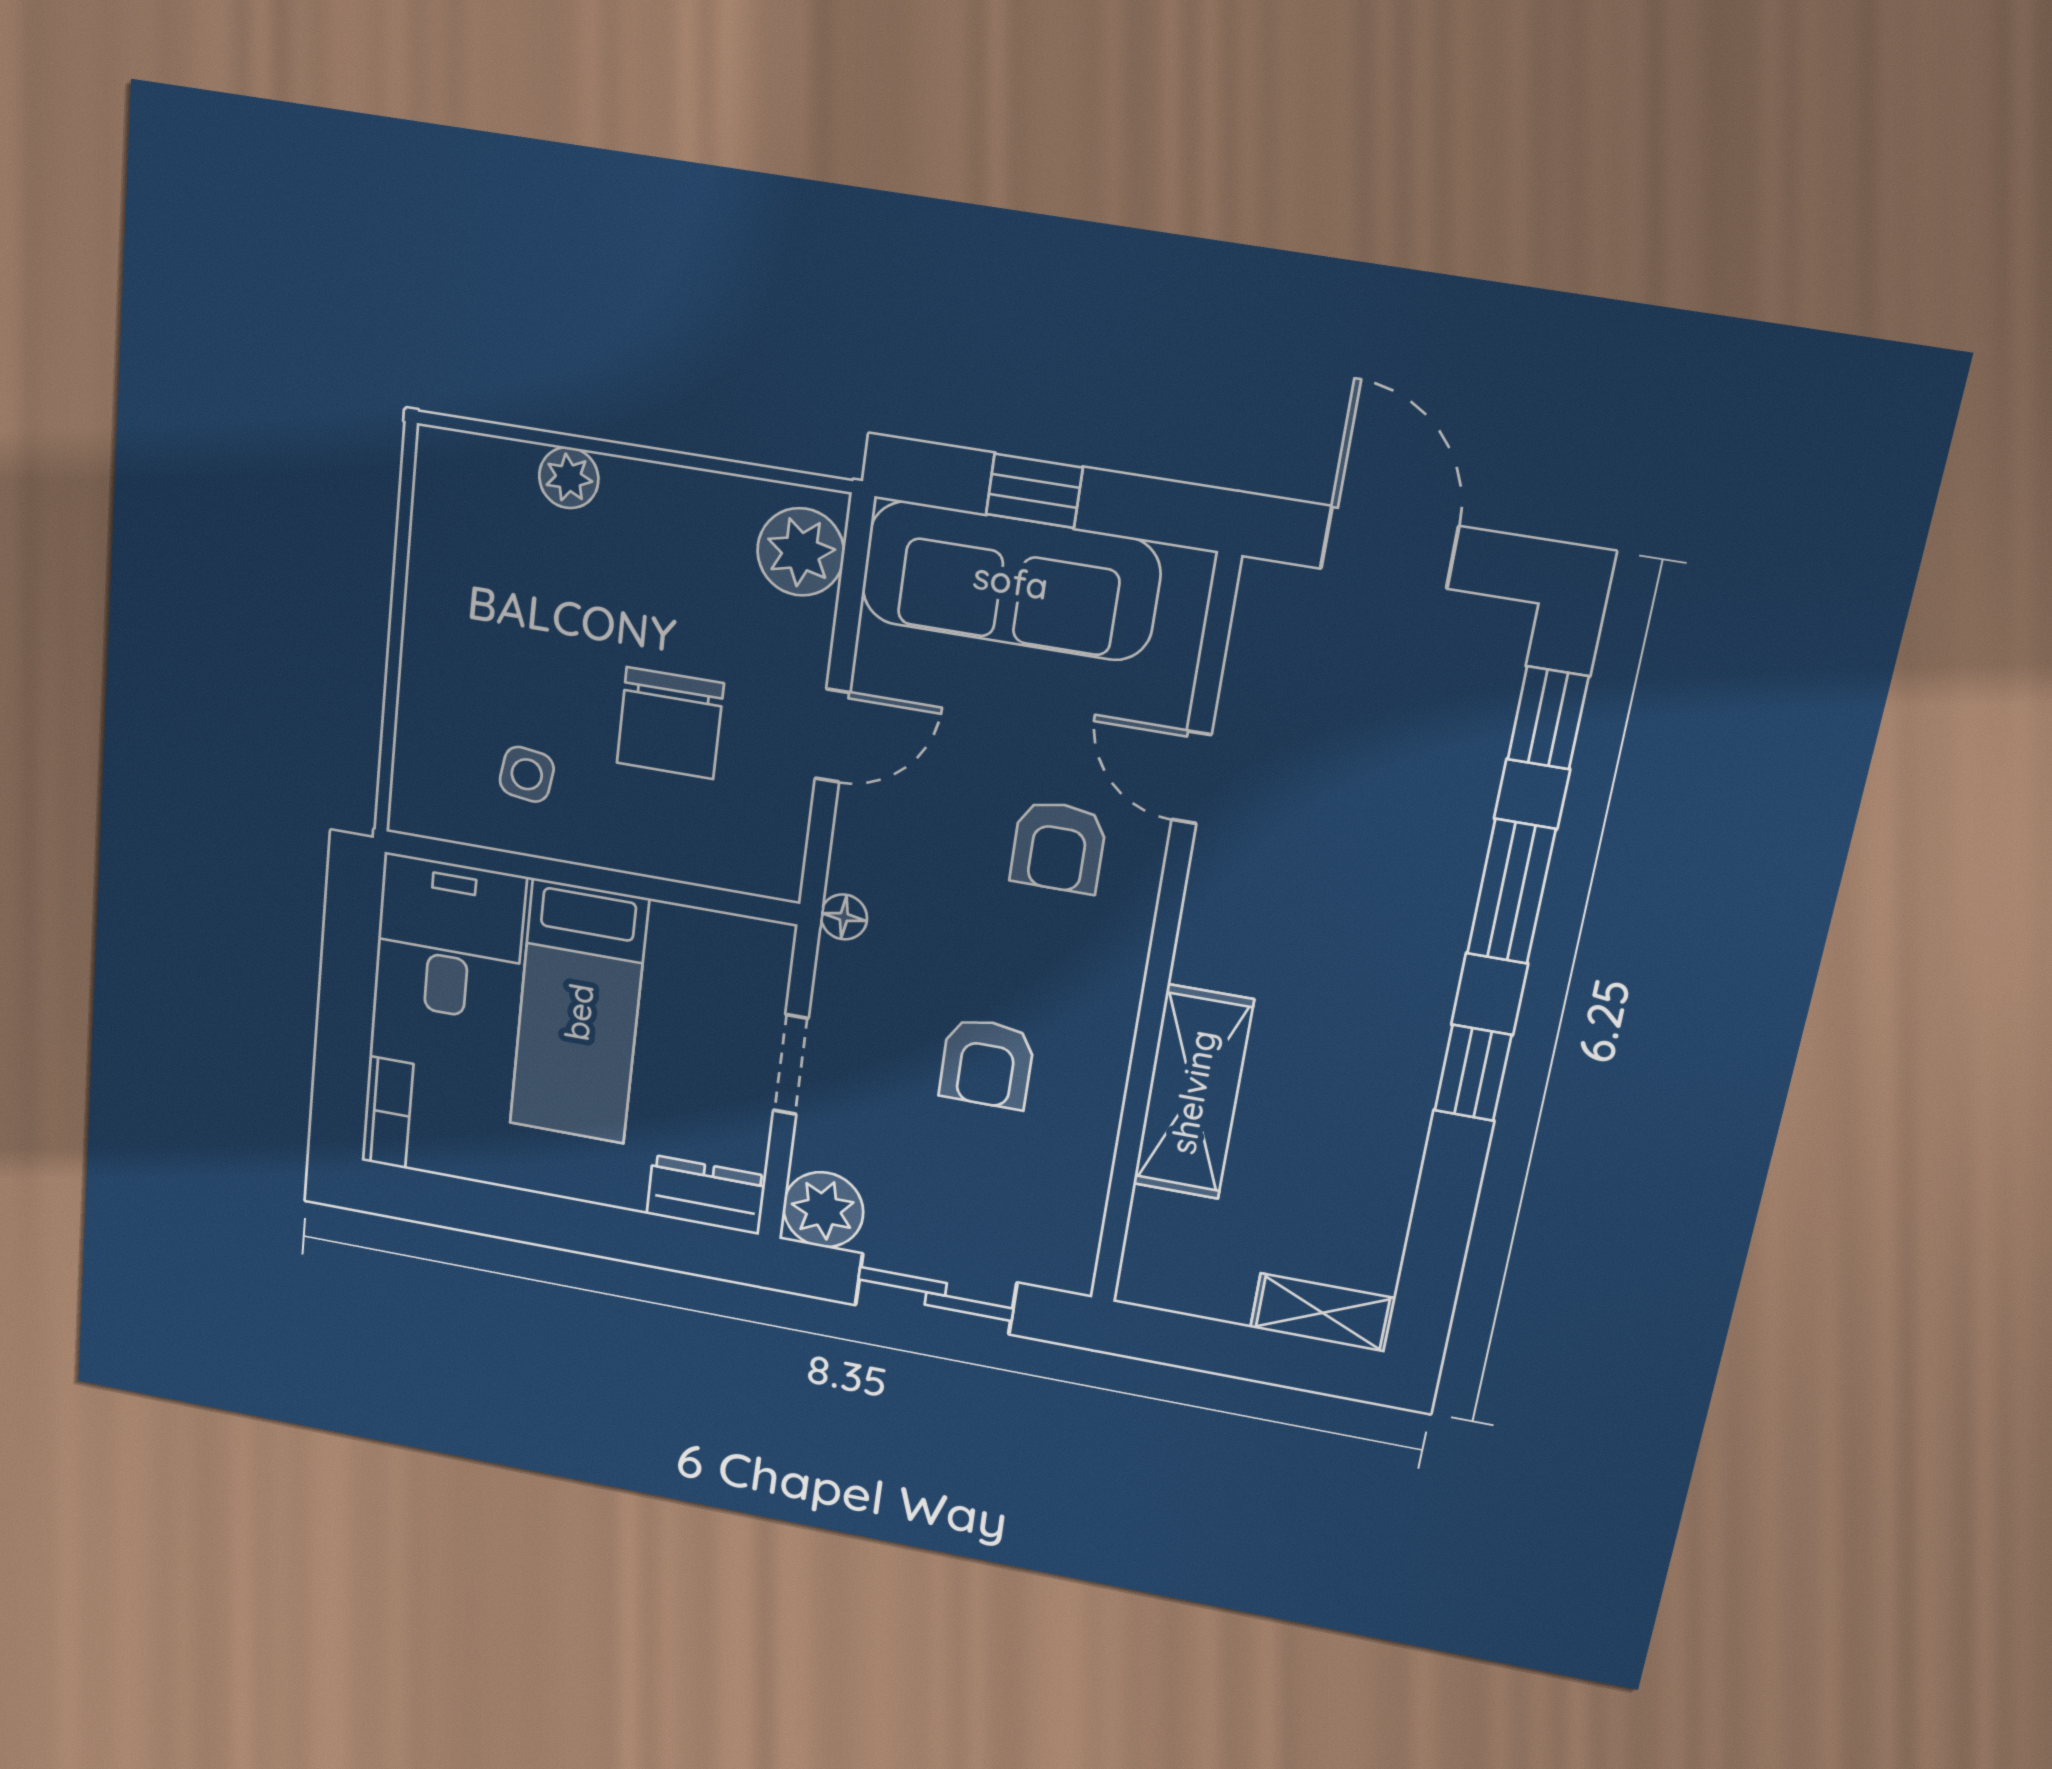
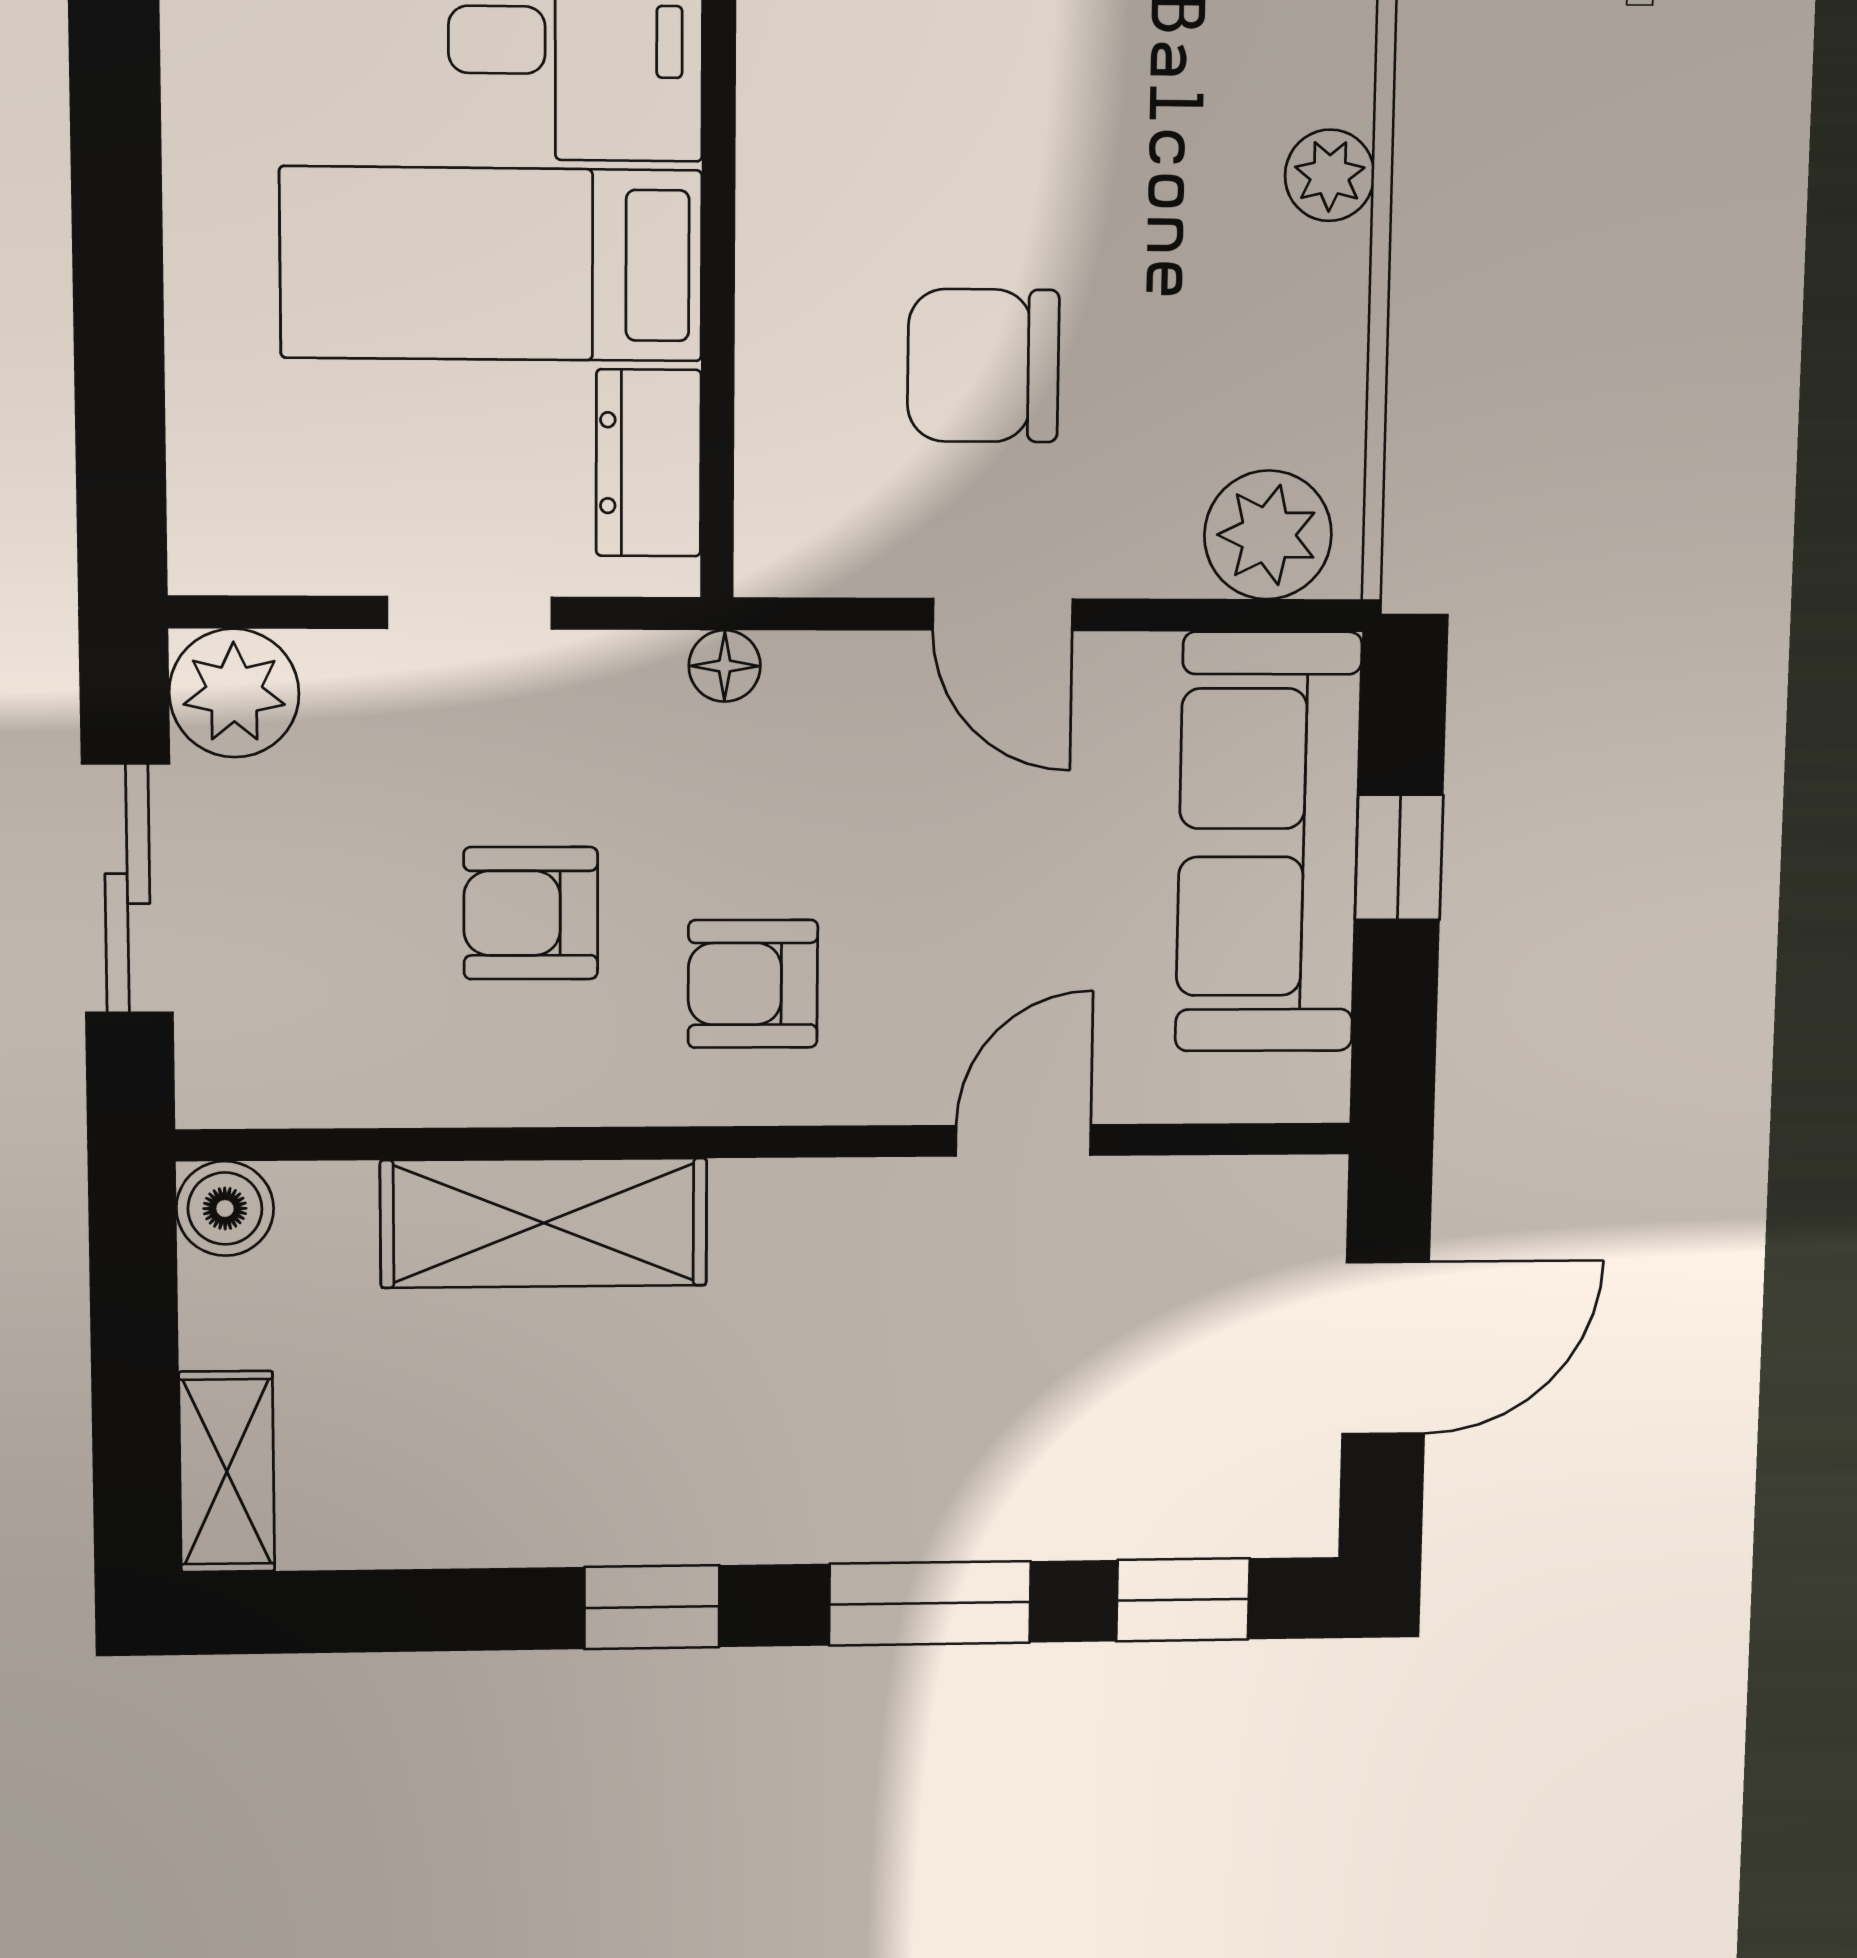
side table: (527, 774) -> (867, 147), removed
armchair: (1058, 847) -> (753, 984), moved
dresser: (706, 1195) -> (649, 463), moved, turned 180
boiler: (1148, 1279) -> (225, 1208), added

